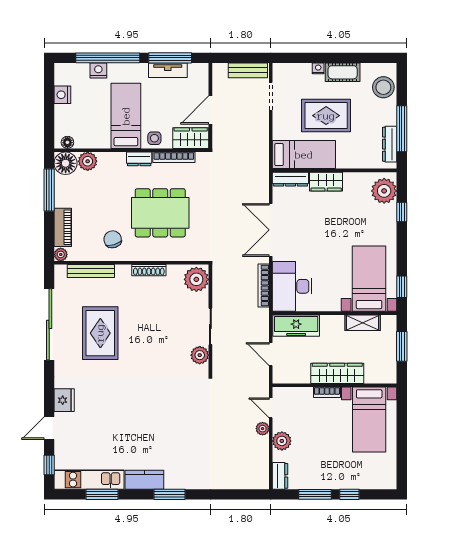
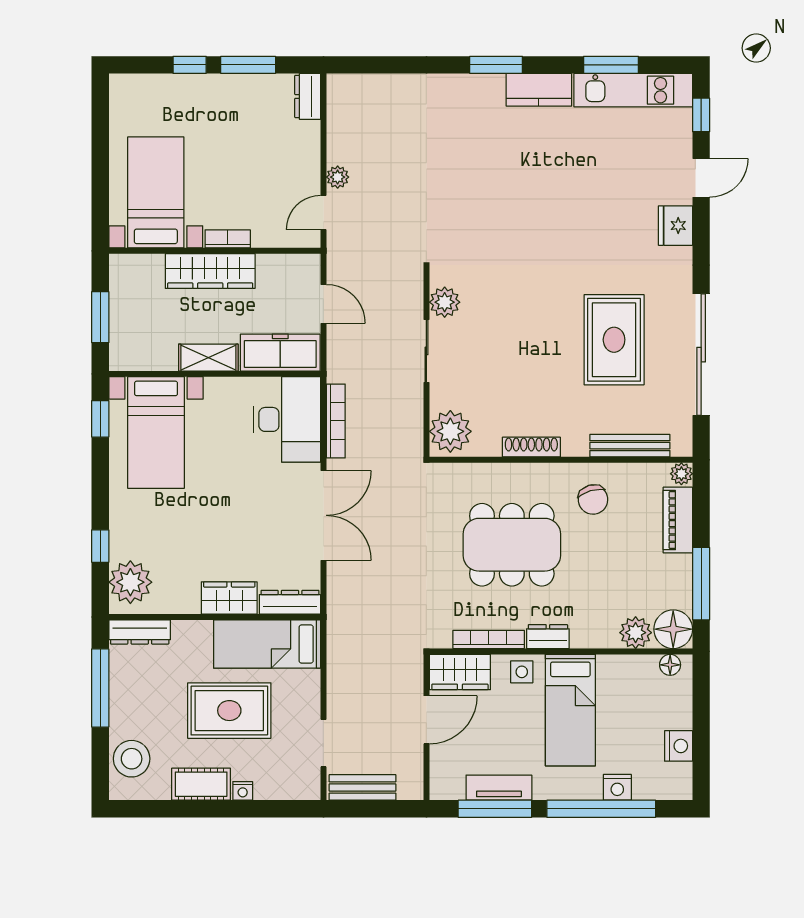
dresser: (390, 144) -> (140, 632), moved, turned 90
shelving: (363, 323) -> (208, 358), moved
door: (271, 408) -> (323, 212), swing flipped
plant: (282, 441) -> (305, 156), removed

